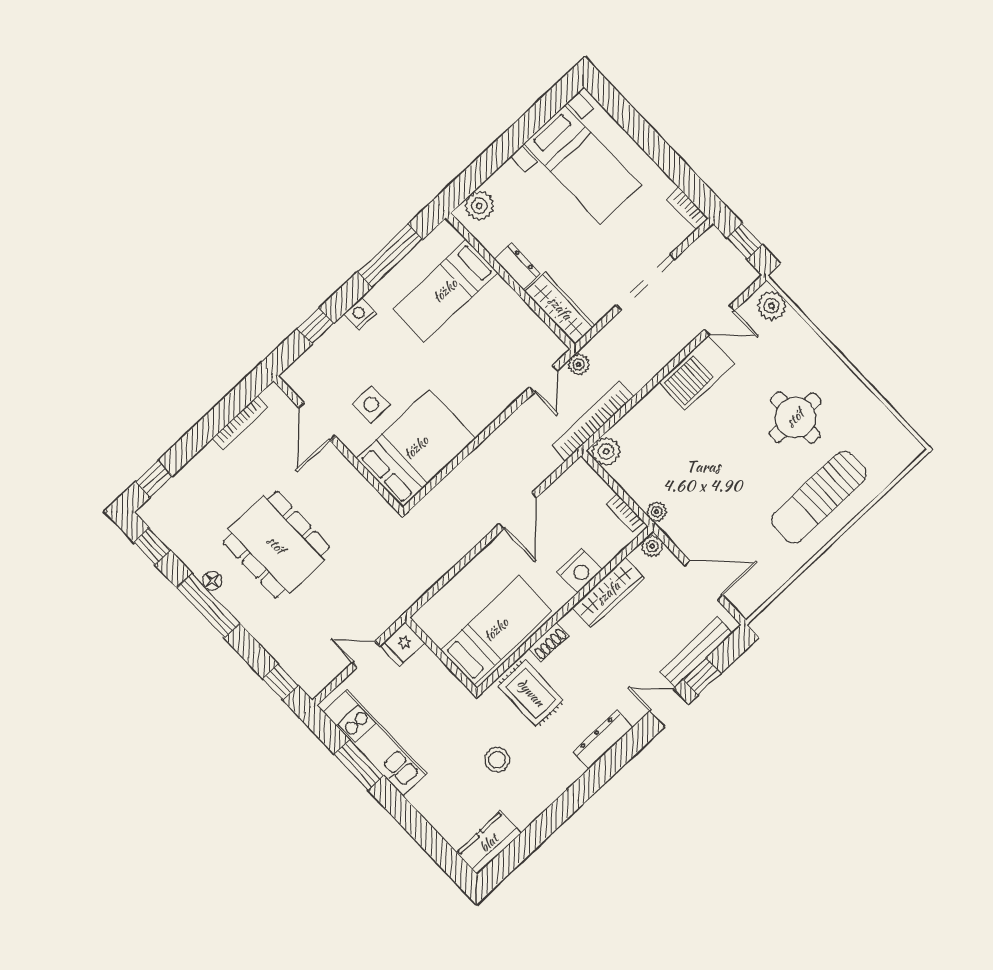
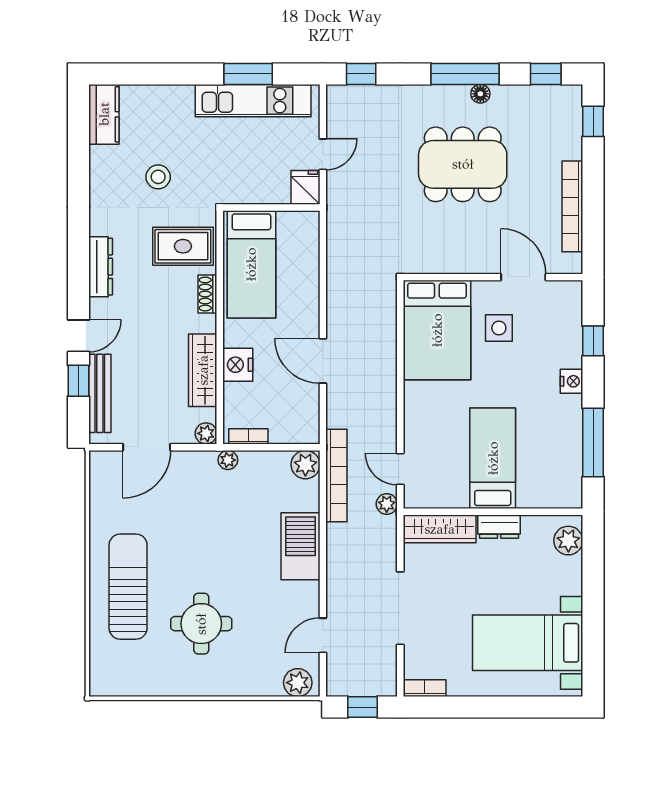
bed: (445, 291) -> (493, 458), moved
barbecue: (696, 373) -> (300, 546), moved
bookcase: (240, 423) -> (572, 206), width x1.48, depth x1.31

